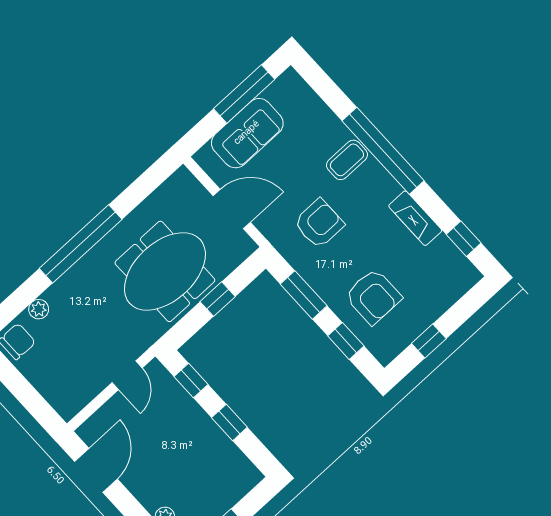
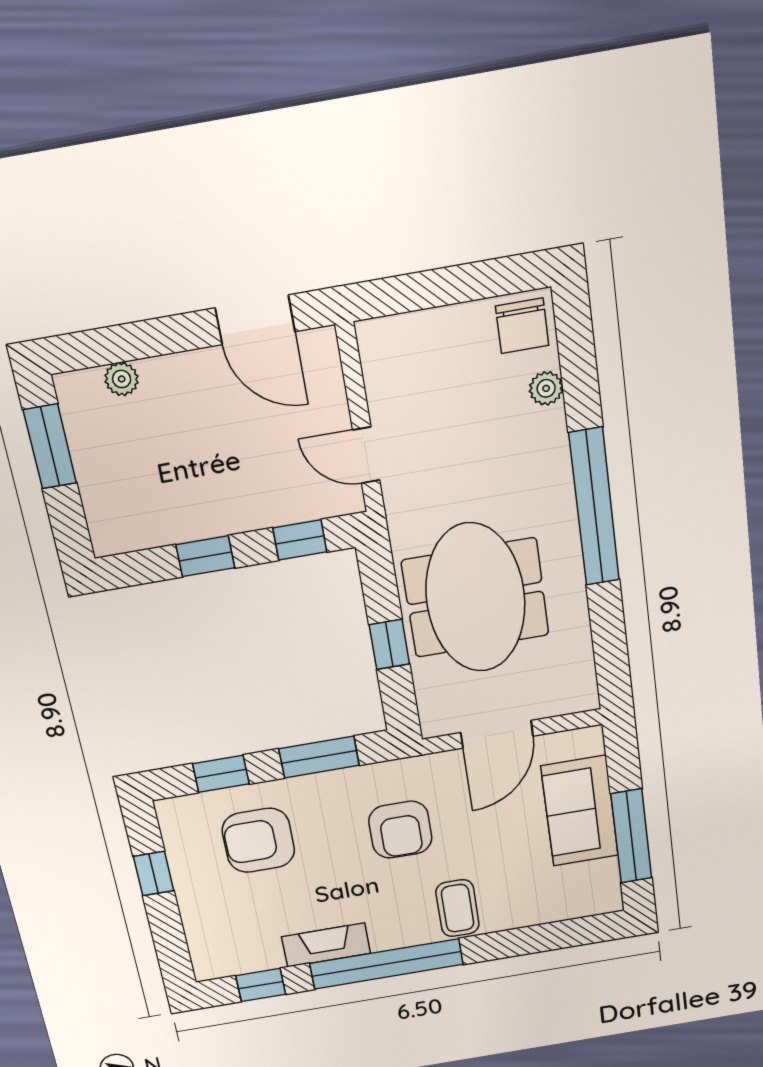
window: (383, 151) -> (386, 964), moved

